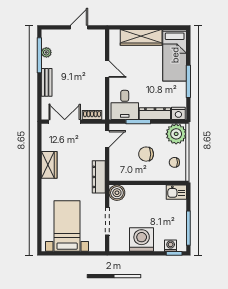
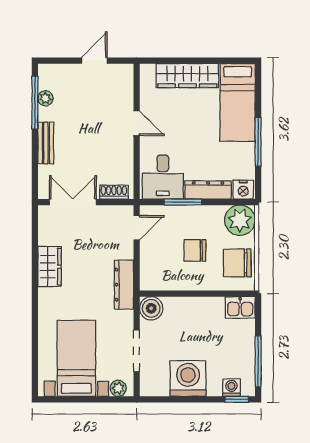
chair: (174, 162) -> (237, 263), width x1.87, depth x1.87
plant: (95, 246) -> (118, 388), added

